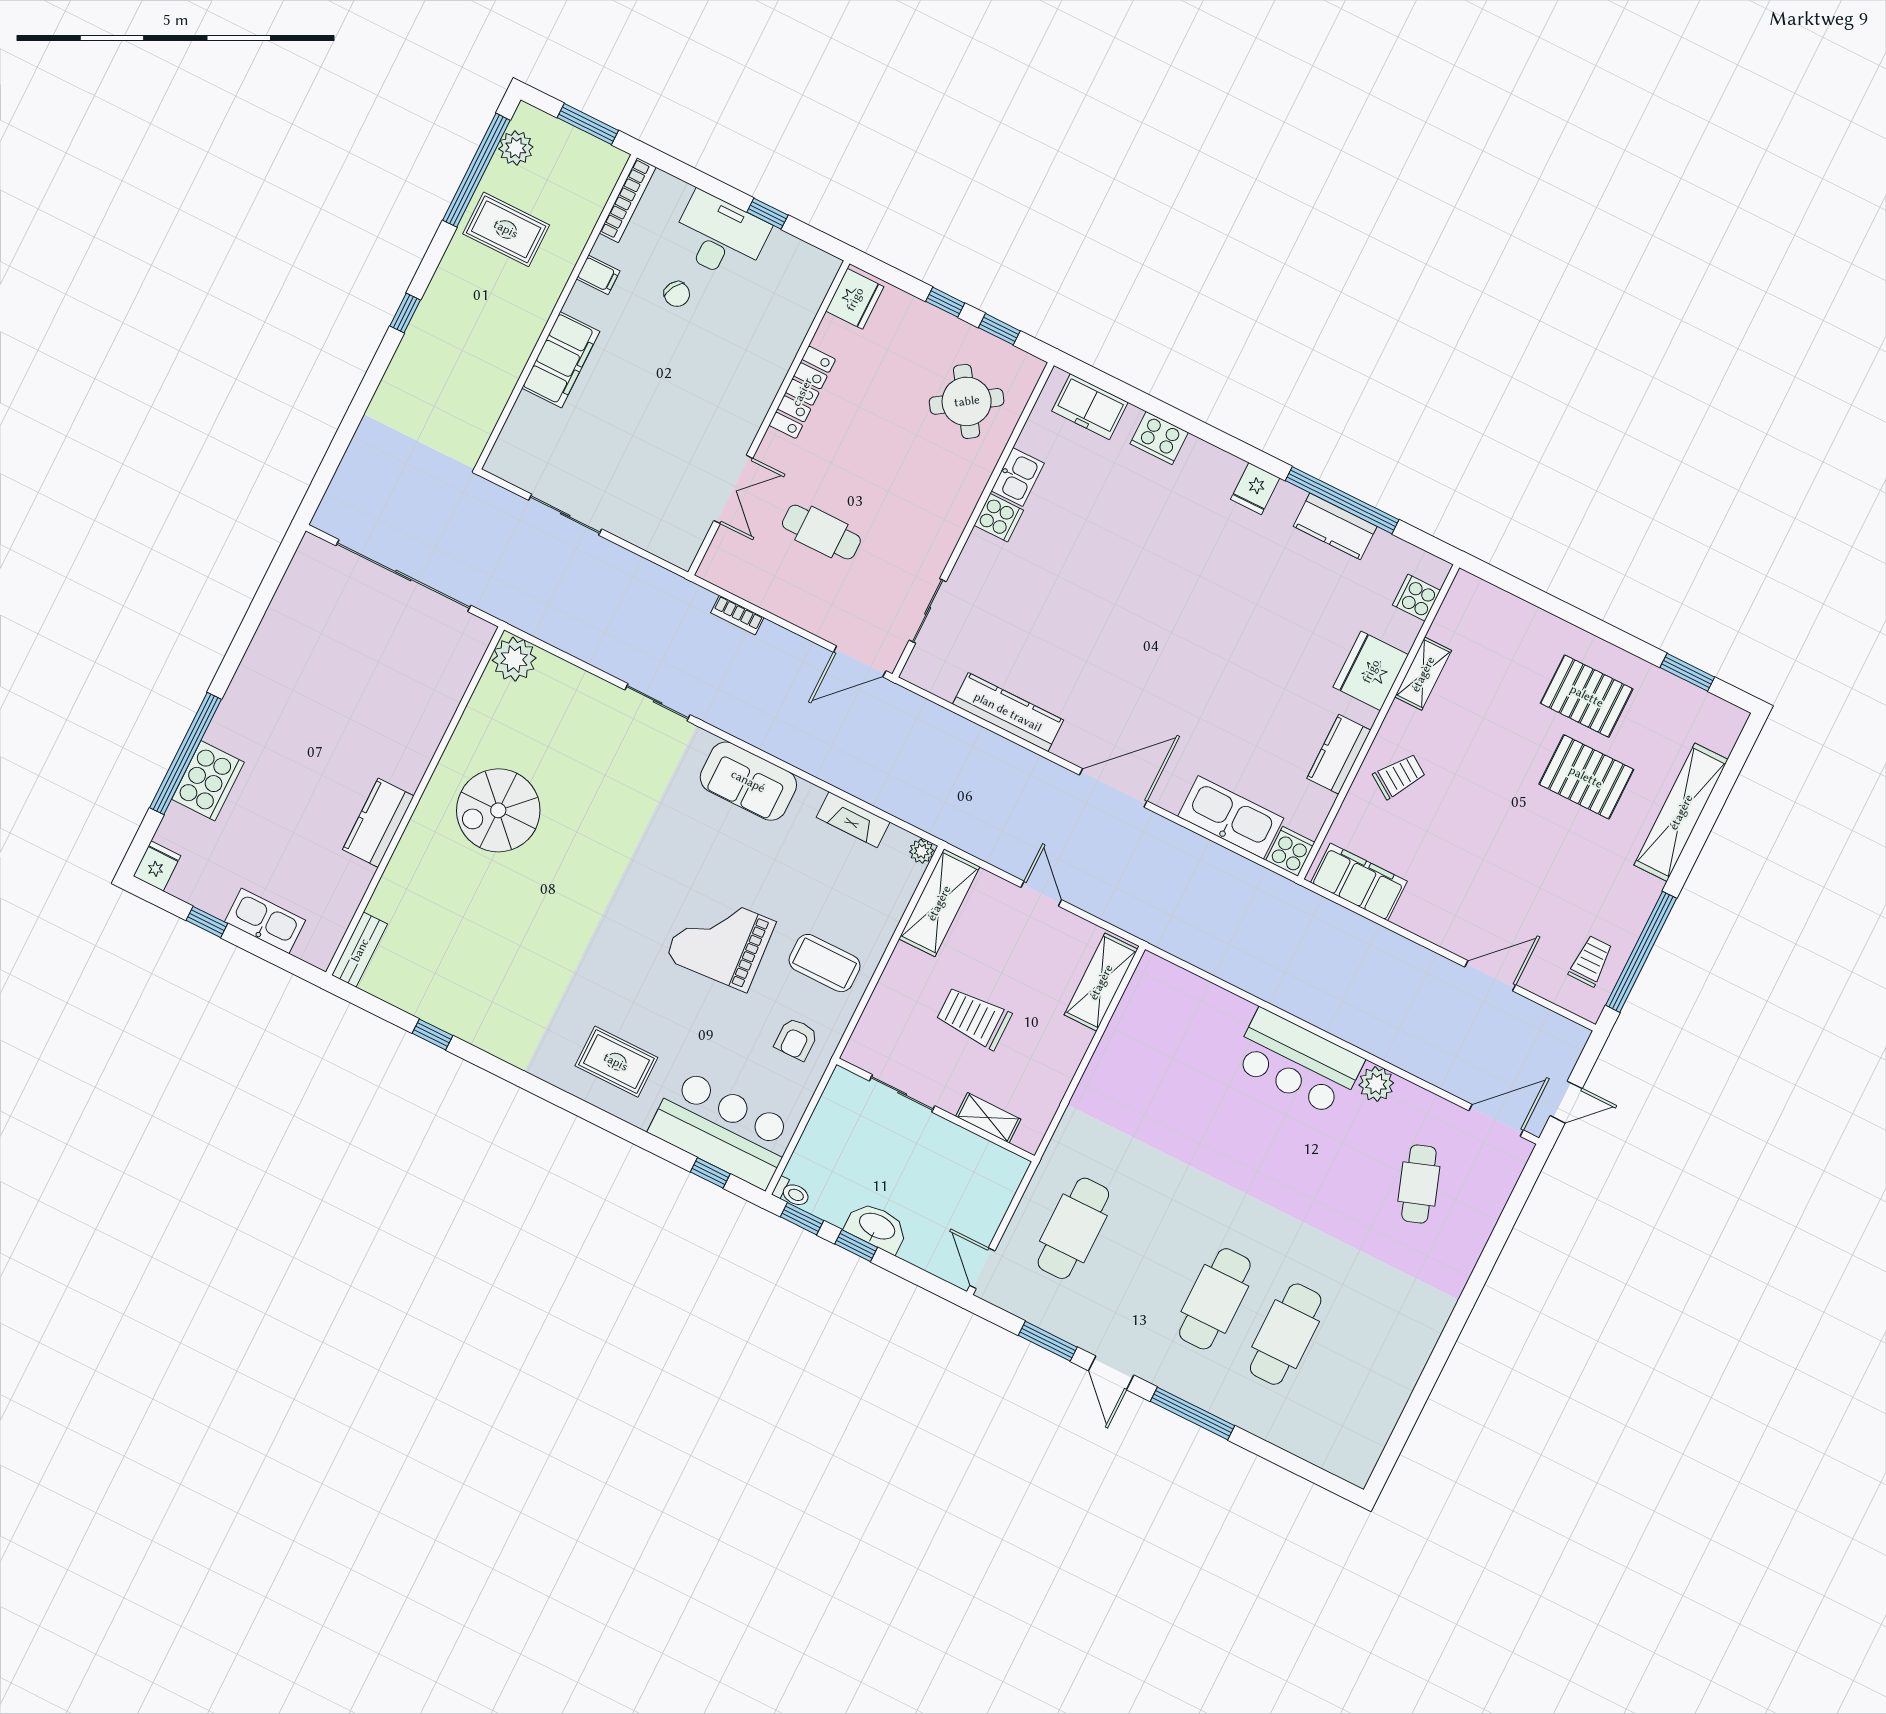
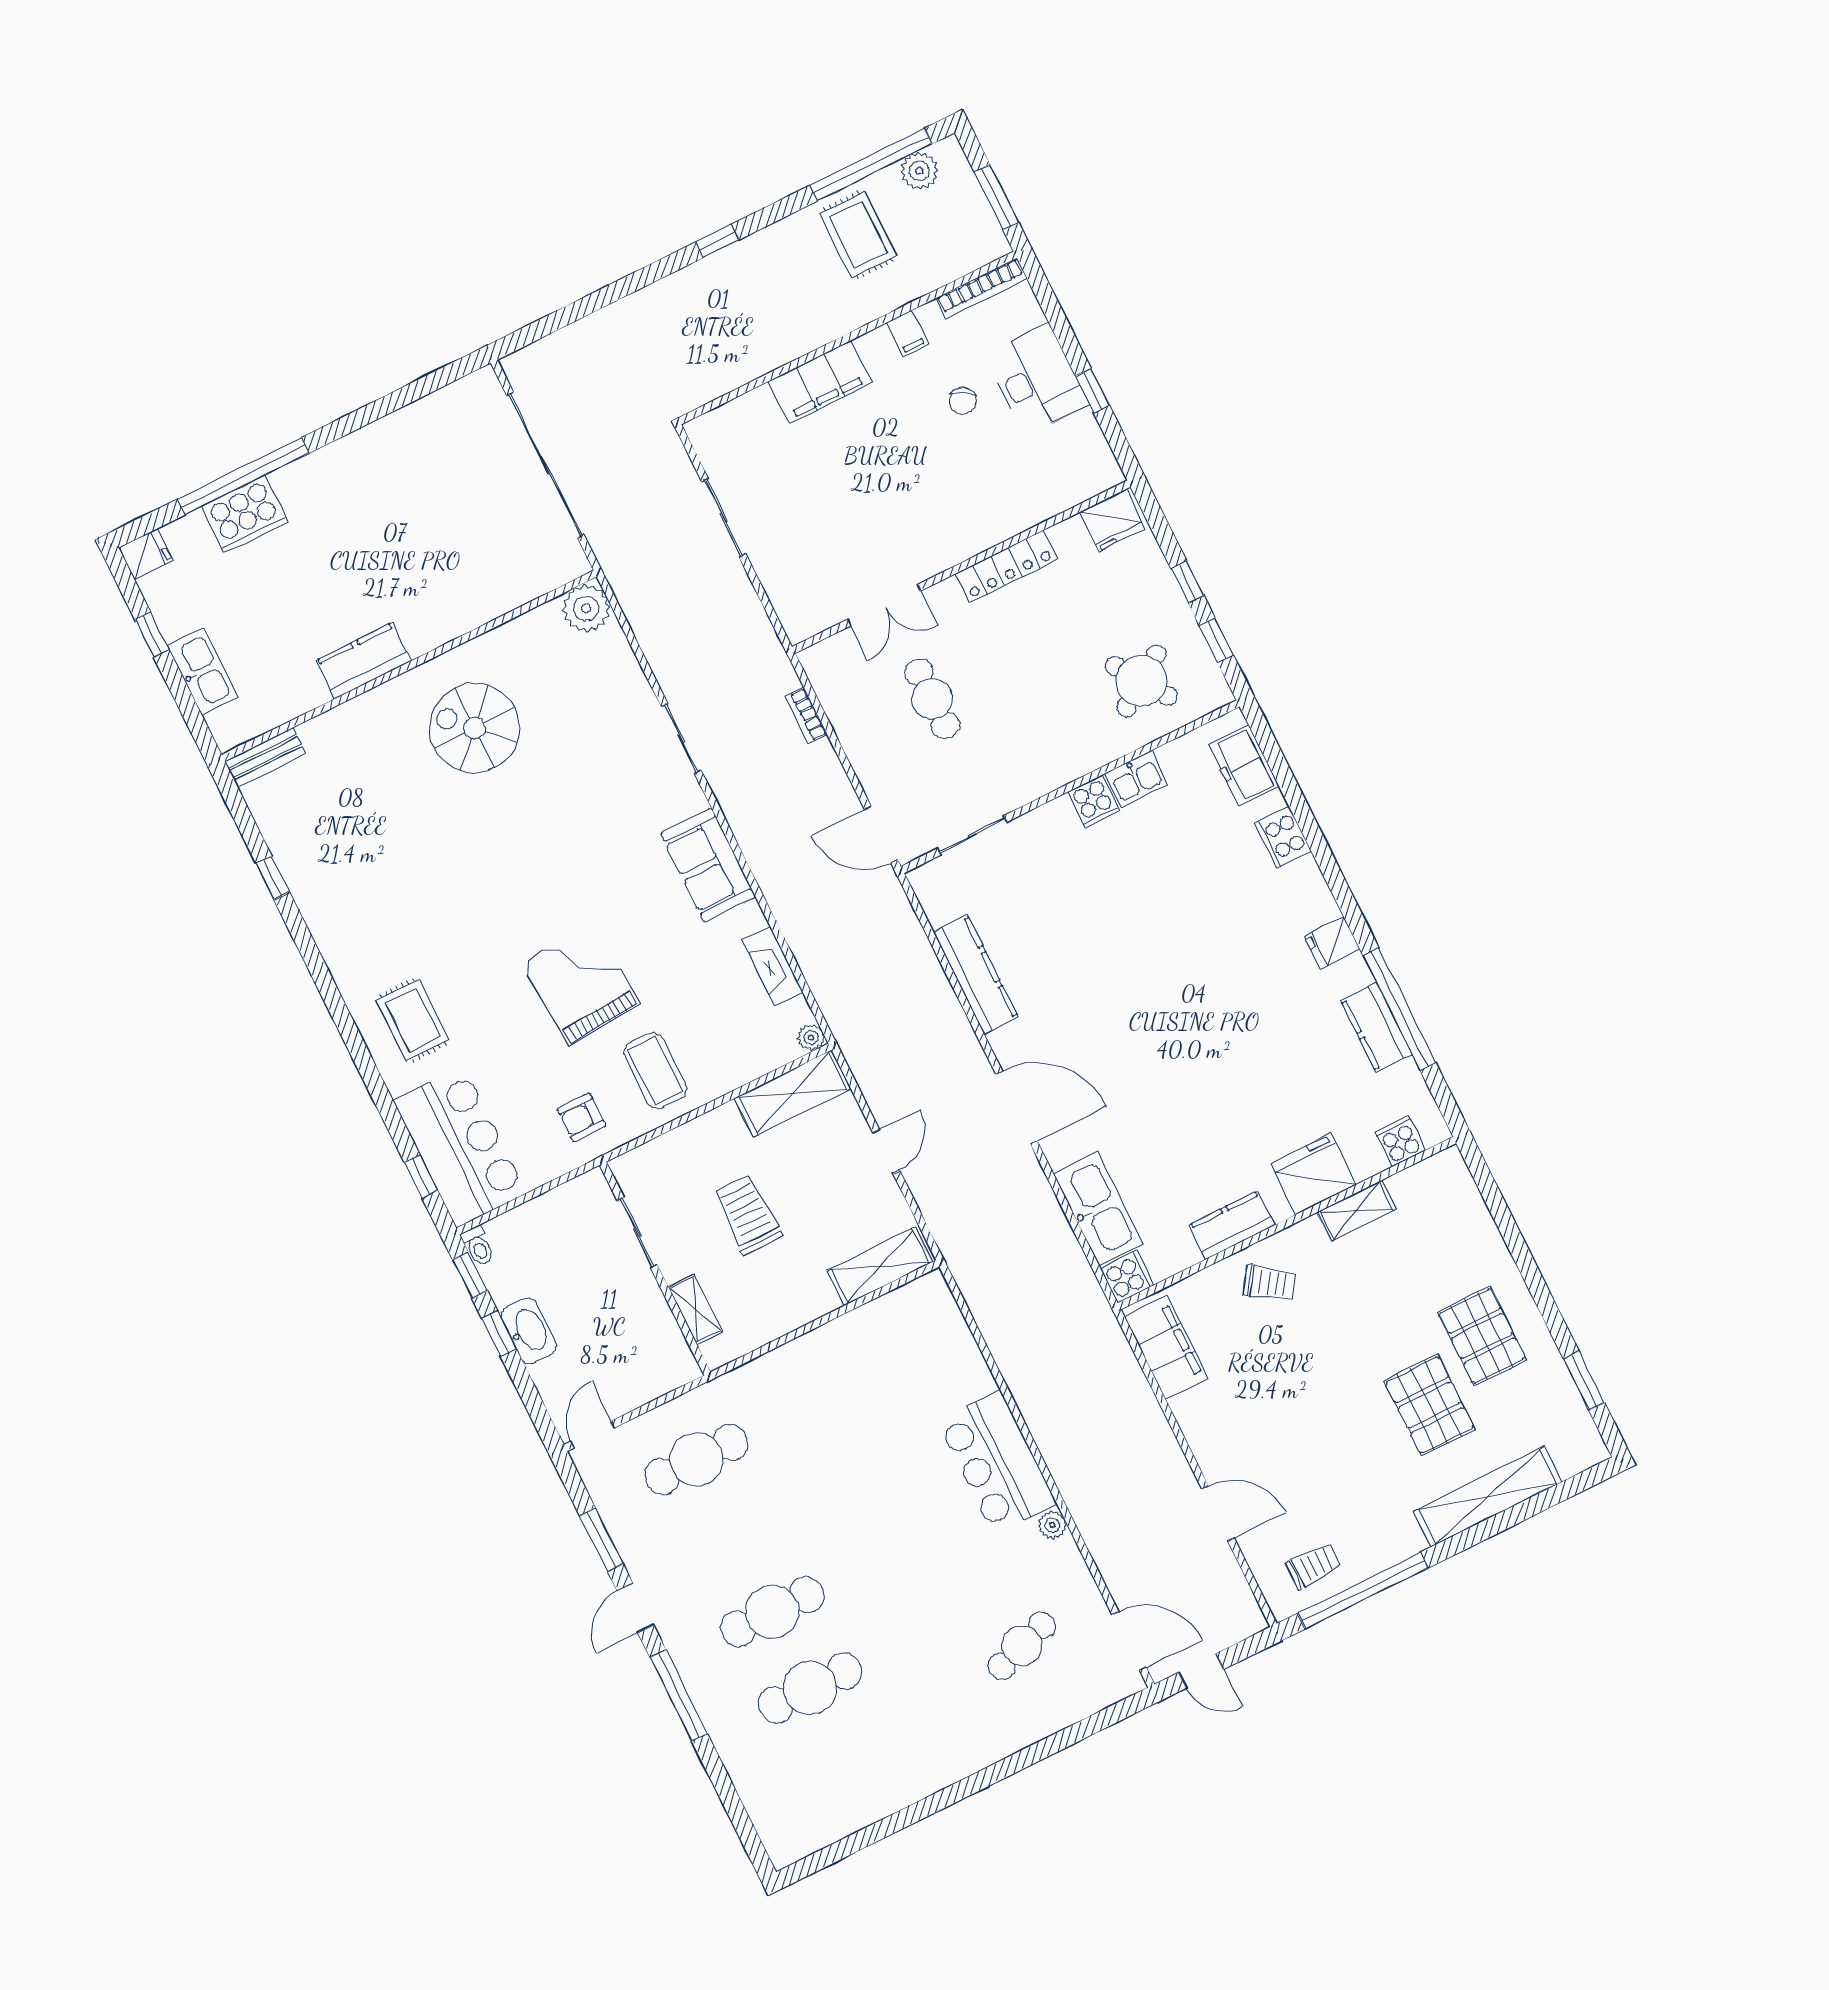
plant: (1376, 1084) -> (1052, 1525), width x0.73, depth x0.73

